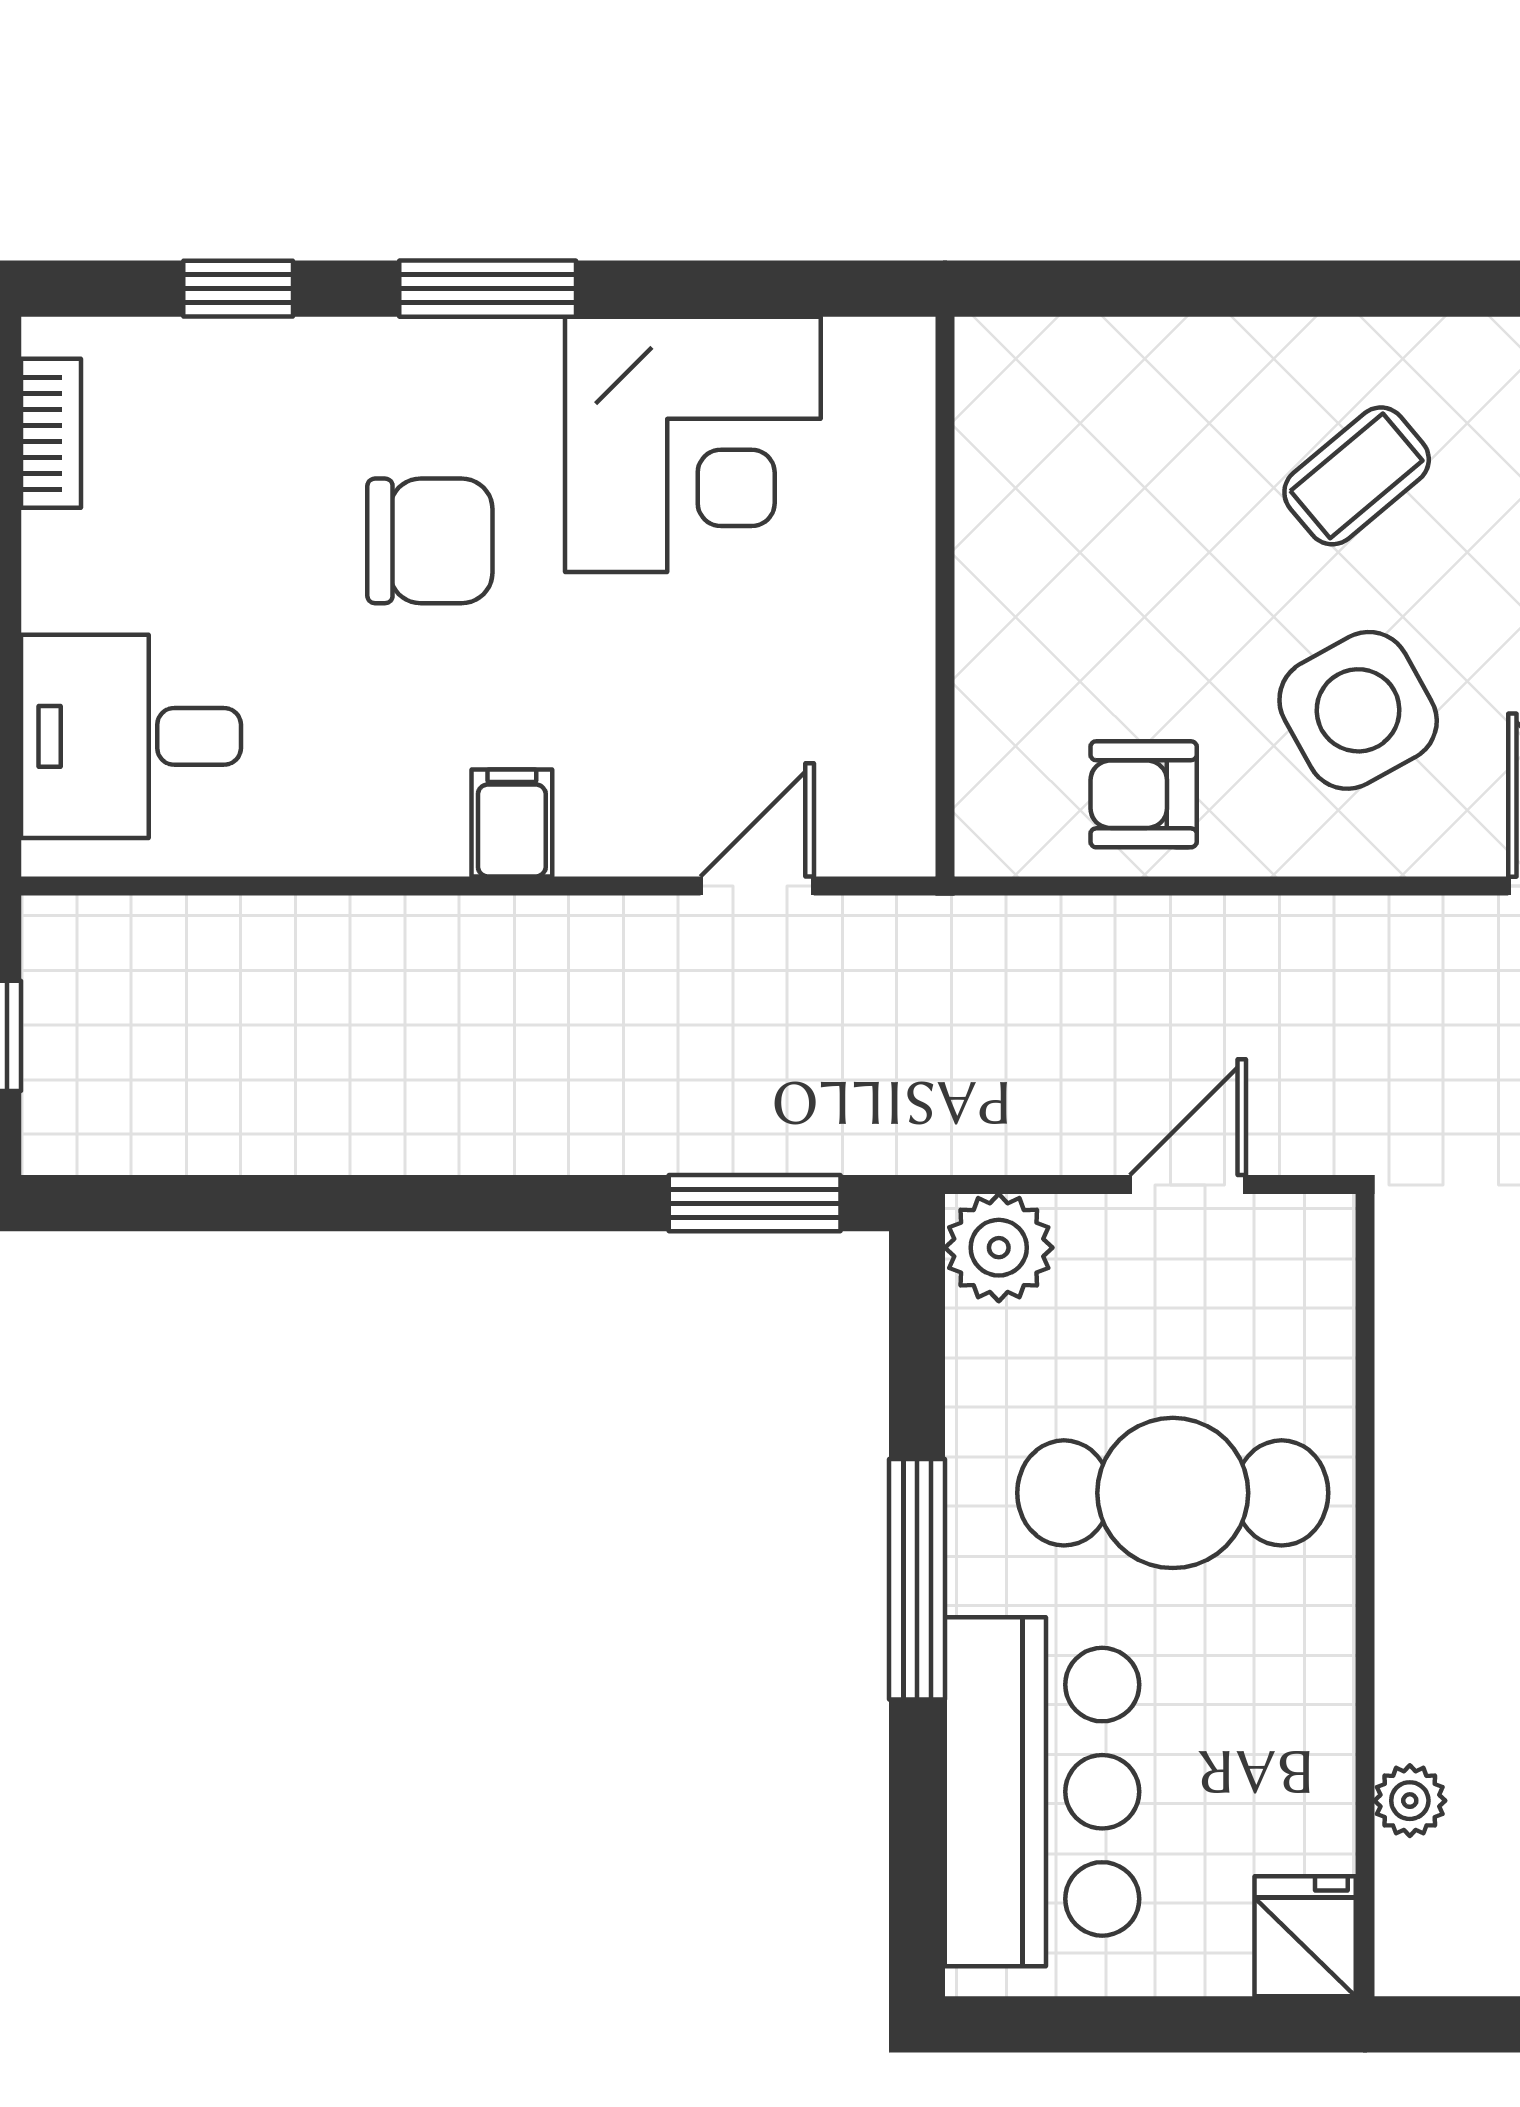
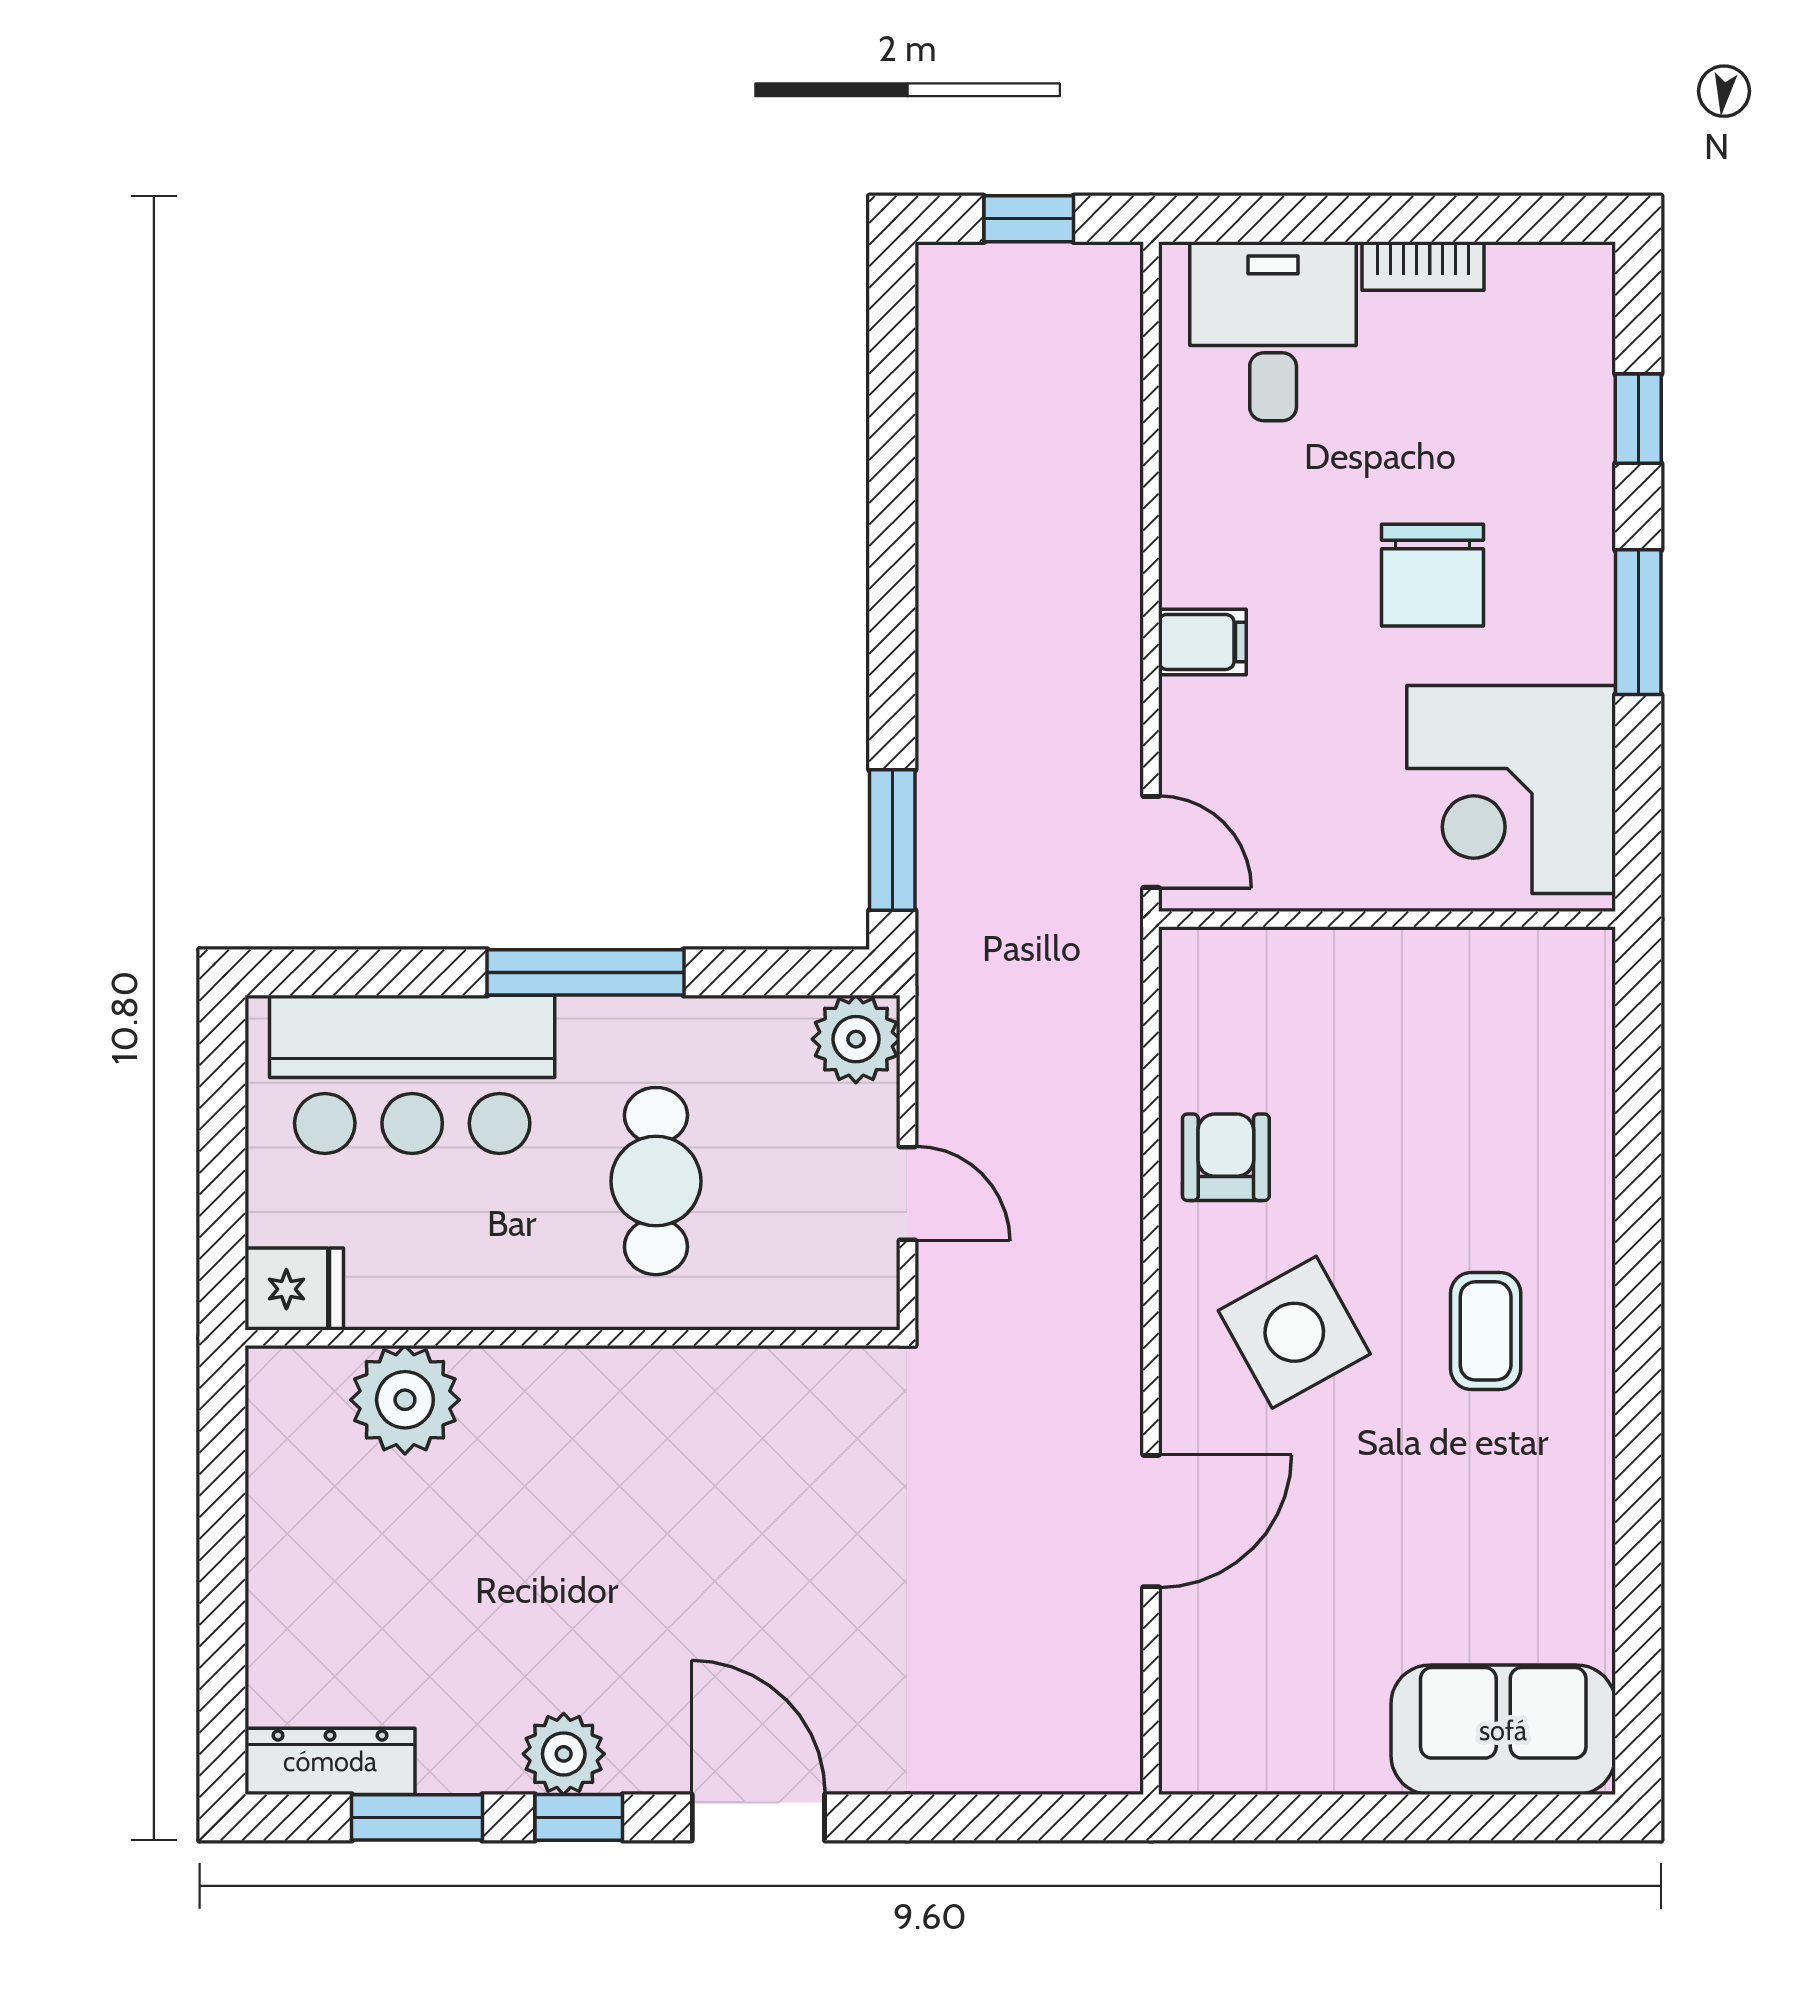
bookcase: (51, 433) -> (1423, 266), moved
coffee table: (1357, 476) -> (1486, 1331), turned 40
wall: (945, 597) -> (1387, 919), moved
cafe table: (1173, 1493) -> (656, 1181), width x0.73, depth x0.74
plant: (1410, 1801) -> (405, 1400), width x1.88, depth x1.88

